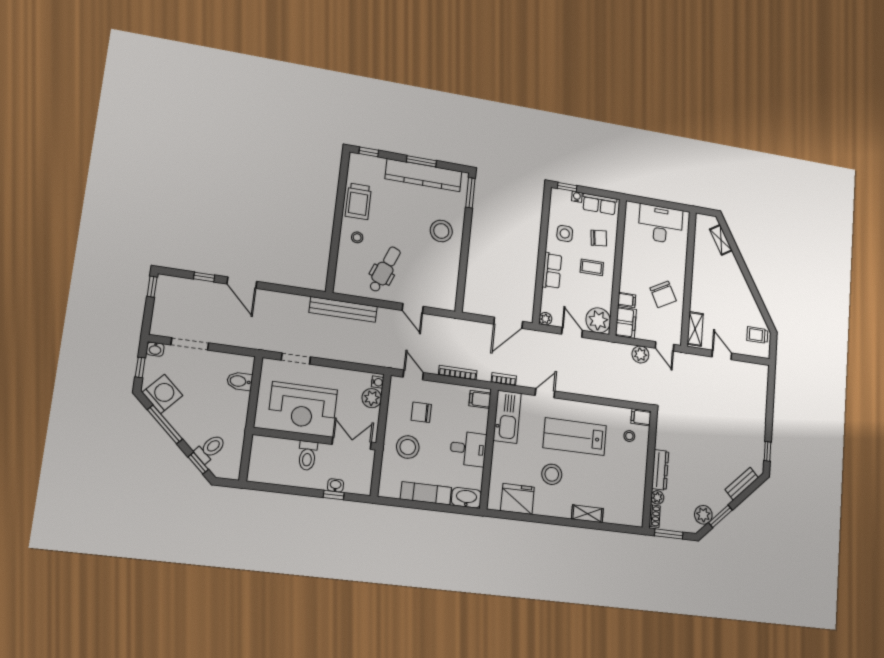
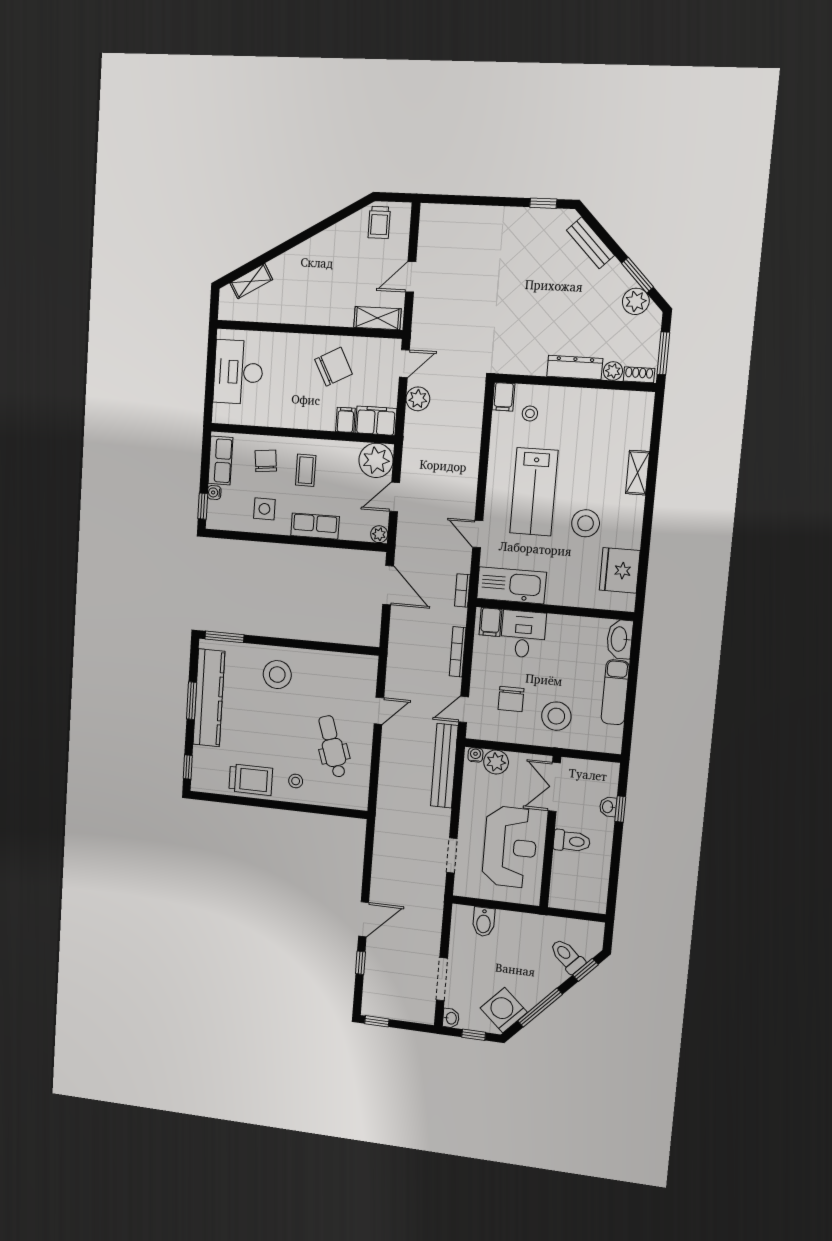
dental chair: (385, 269) -> (332, 746), turned 50
bench: (343, 309) -> (444, 766), moved
desk: (468, 449) -> (523, 634), moved

